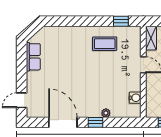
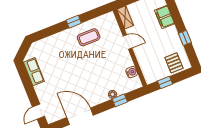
window: (121, 21) -> (74, 22), moved
window: (95, 122) -> (120, 100), moved

